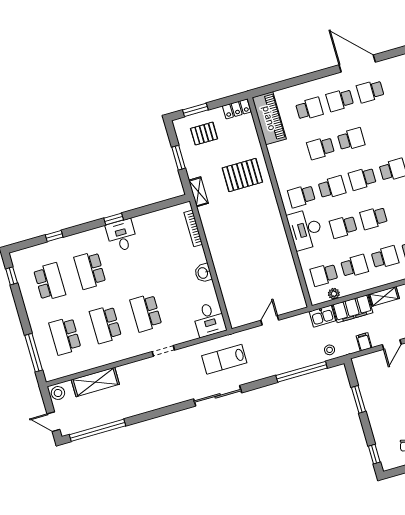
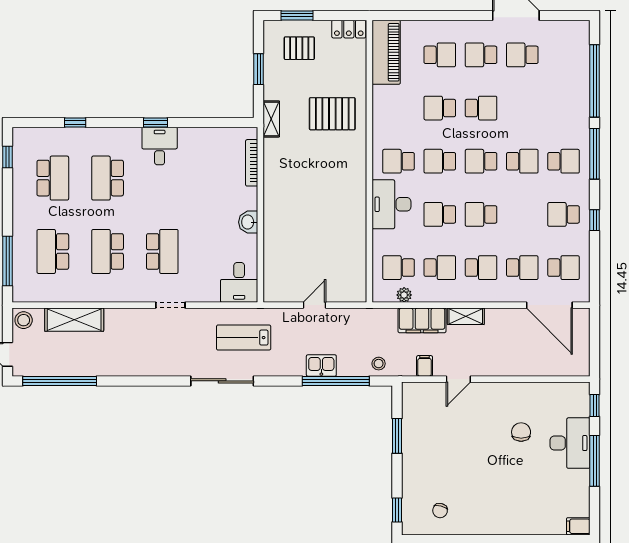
school desk: (332, 187) -> (440, 161), turned 180
school desk: (146, 313) -> (162, 251), turned 180
kitchen sink: (322, 316) -> (321, 365), moved, turned 180

